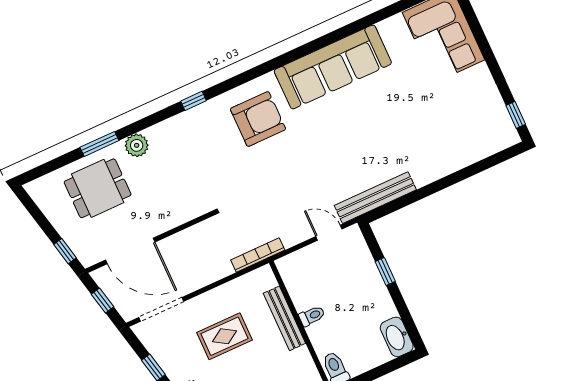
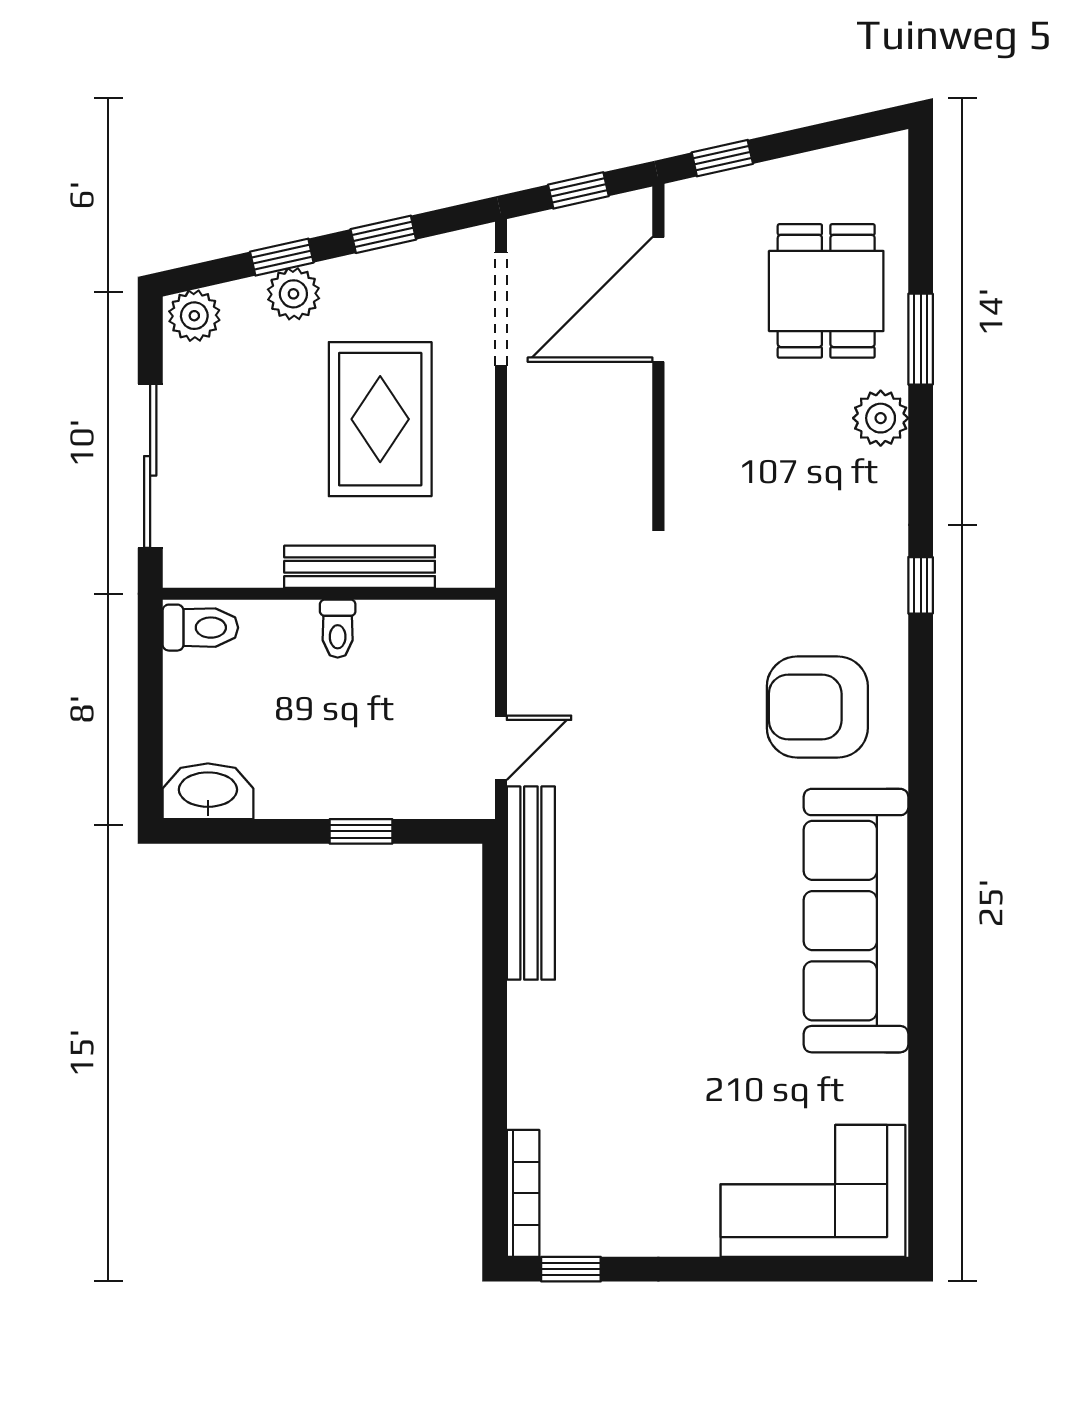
armchair: (258, 119) -> (817, 707), turned 90
bookcase: (258, 255) -> (523, 1193), moved
rug: (224, 336) -> (380, 419), width x1.36, depth x1.43

